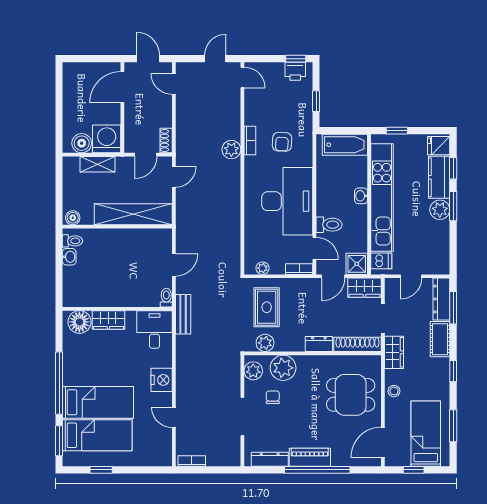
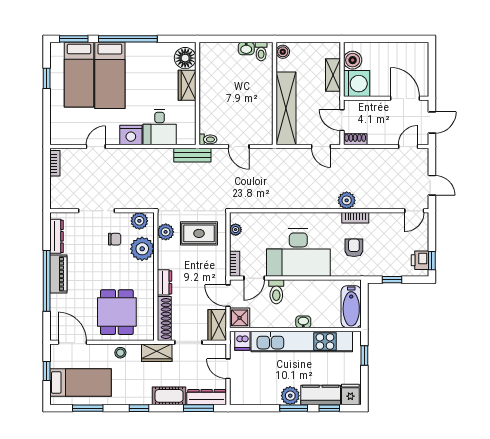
armchair: (282, 142) -> (354, 248), turned 87
desk: (155, 330) -> (160, 127), moved, turned 90

